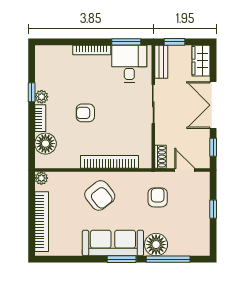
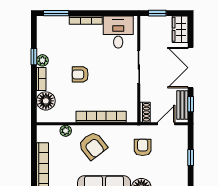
window: (126, 42) -> (56, 13), moved
bench: (161, 62) -> (182, 105), moved
door: (185, 170) -> (166, 124), hinge flipped
plant: (41, 178) -> (66, 131), moved

